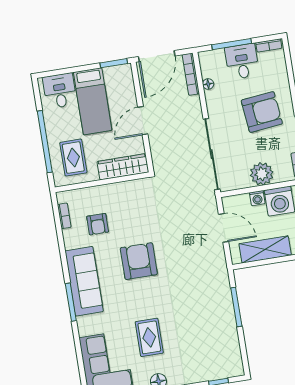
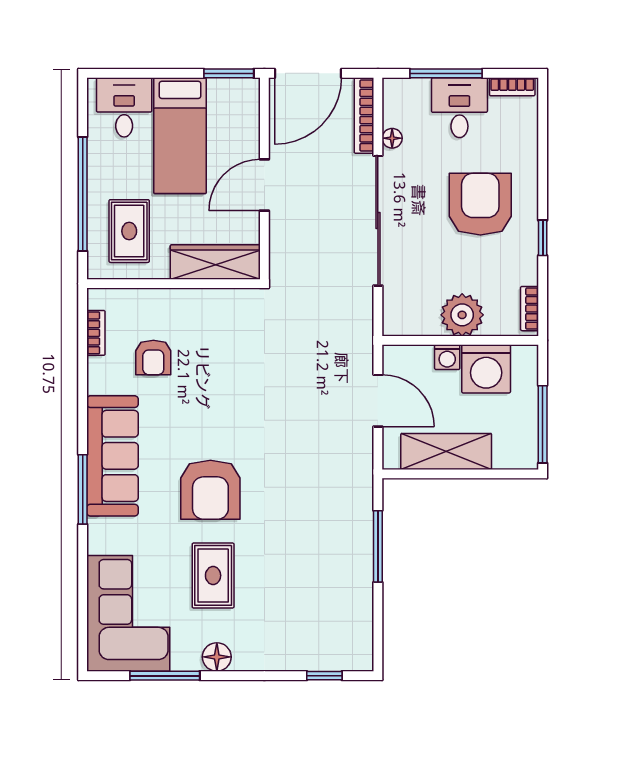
armchair: (262, 112) -> (480, 204), turned -84
sliding door: (212, 154) -> (378, 221), moved
armchair: (139, 261) -> (210, 490), moved, turned 180

